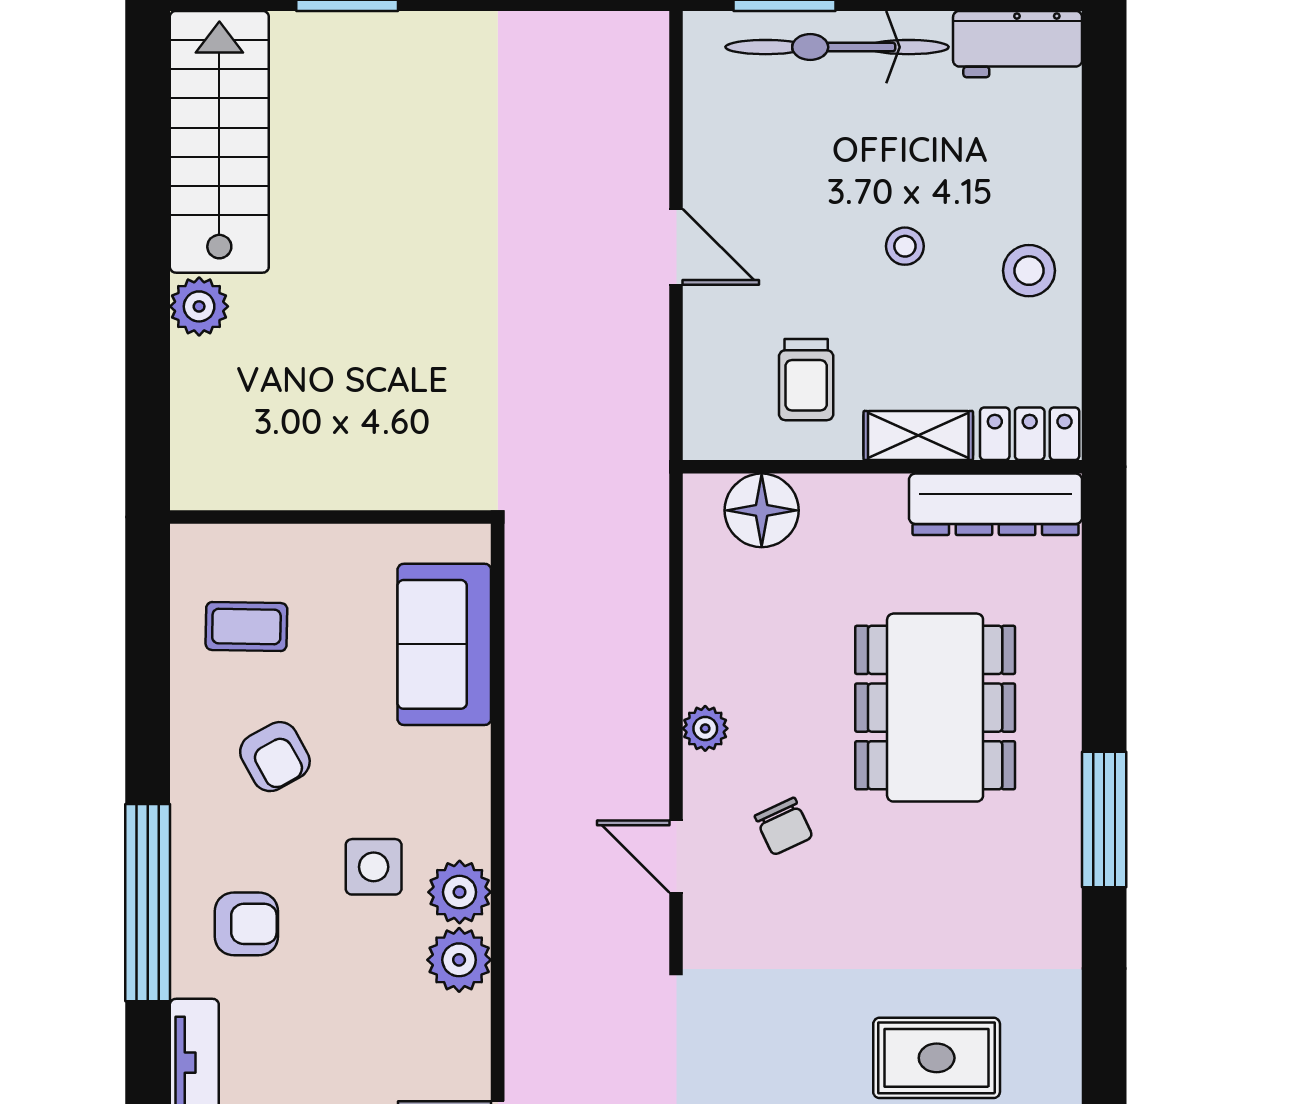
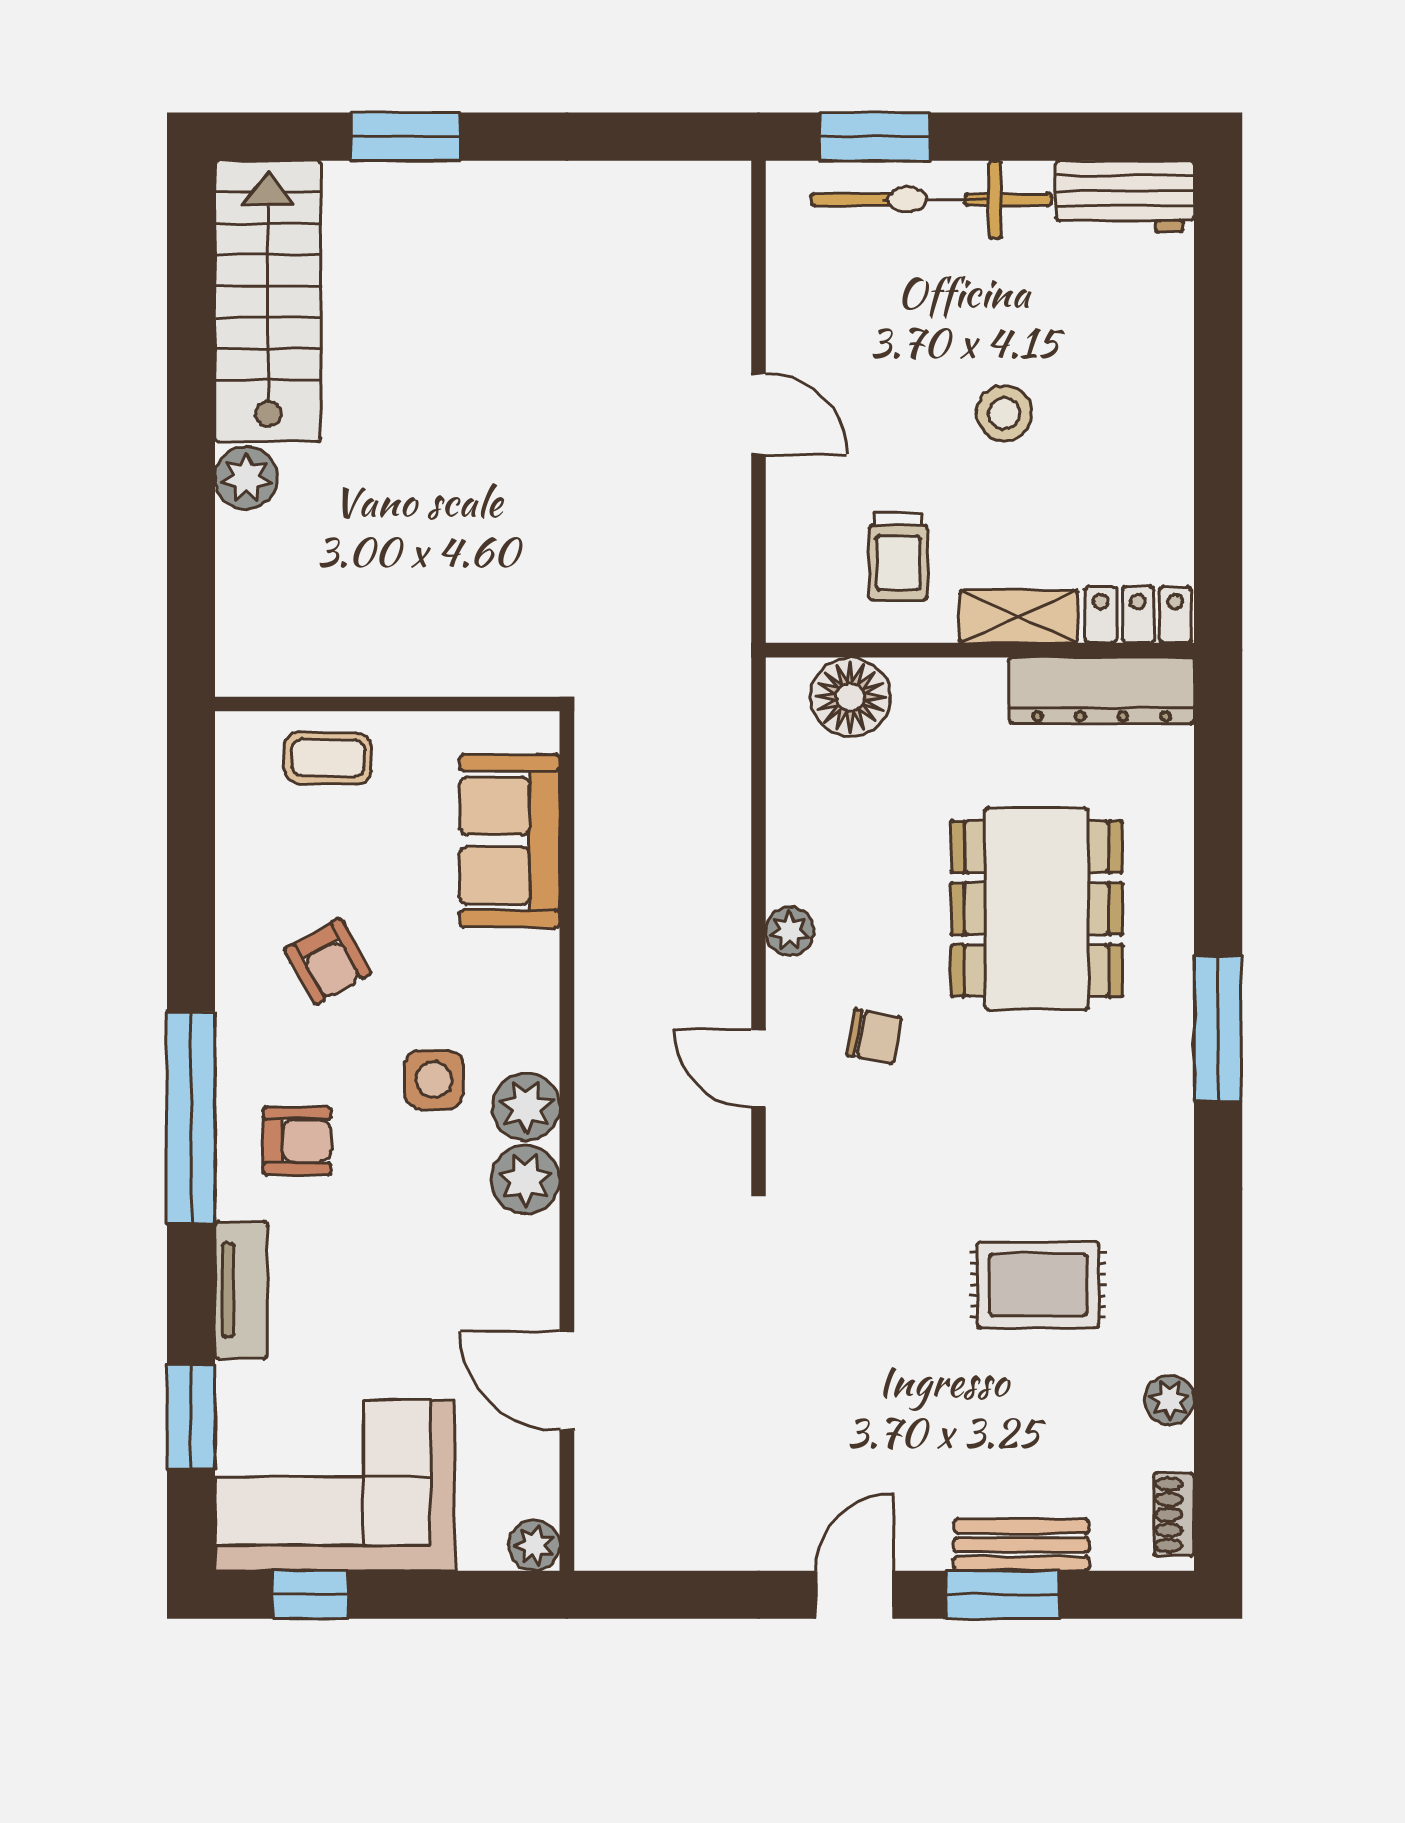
stool: (905, 246) -> (1004, 413), width x1.37, depth x1.37
stool: (1029, 271) -> (1137, 439), removed
coffee table: (246, 626) -> (328, 758), moved
chair: (784, 826) -> (874, 1036), turned -55

